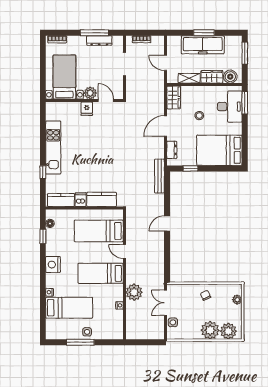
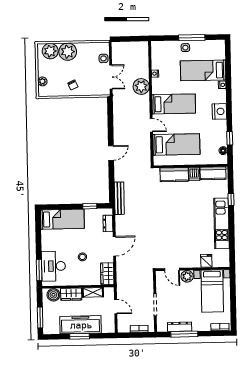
fridge: (87, 109) -> (206, 261), moved
bed: (219, 150) -> (62, 219), width x0.67

